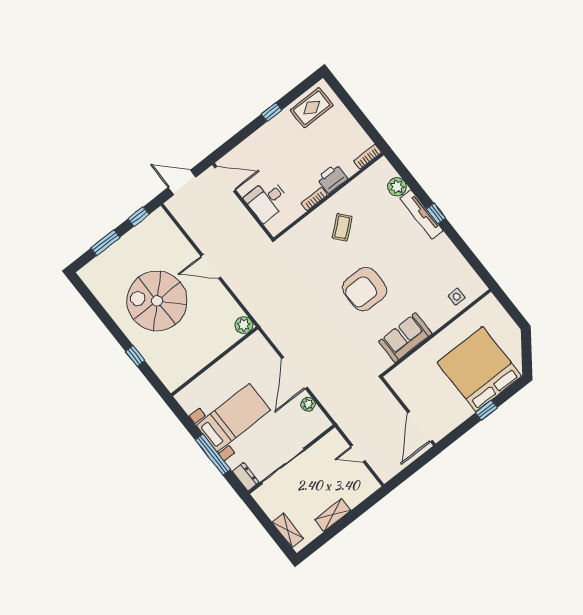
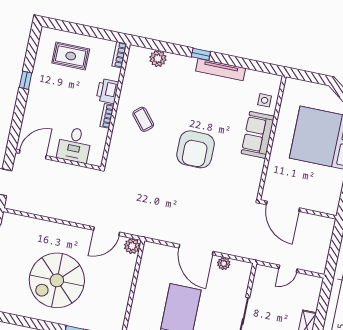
rug: (312, 108) -> (71, 56), moved, turned 90
tv unit: (421, 215) -> (221, 70), moved
door: (211, 267) -> (107, 231), moved
sofa: (405, 338) -> (258, 135), moved
door: (420, 427) -> (283, 206), moved

